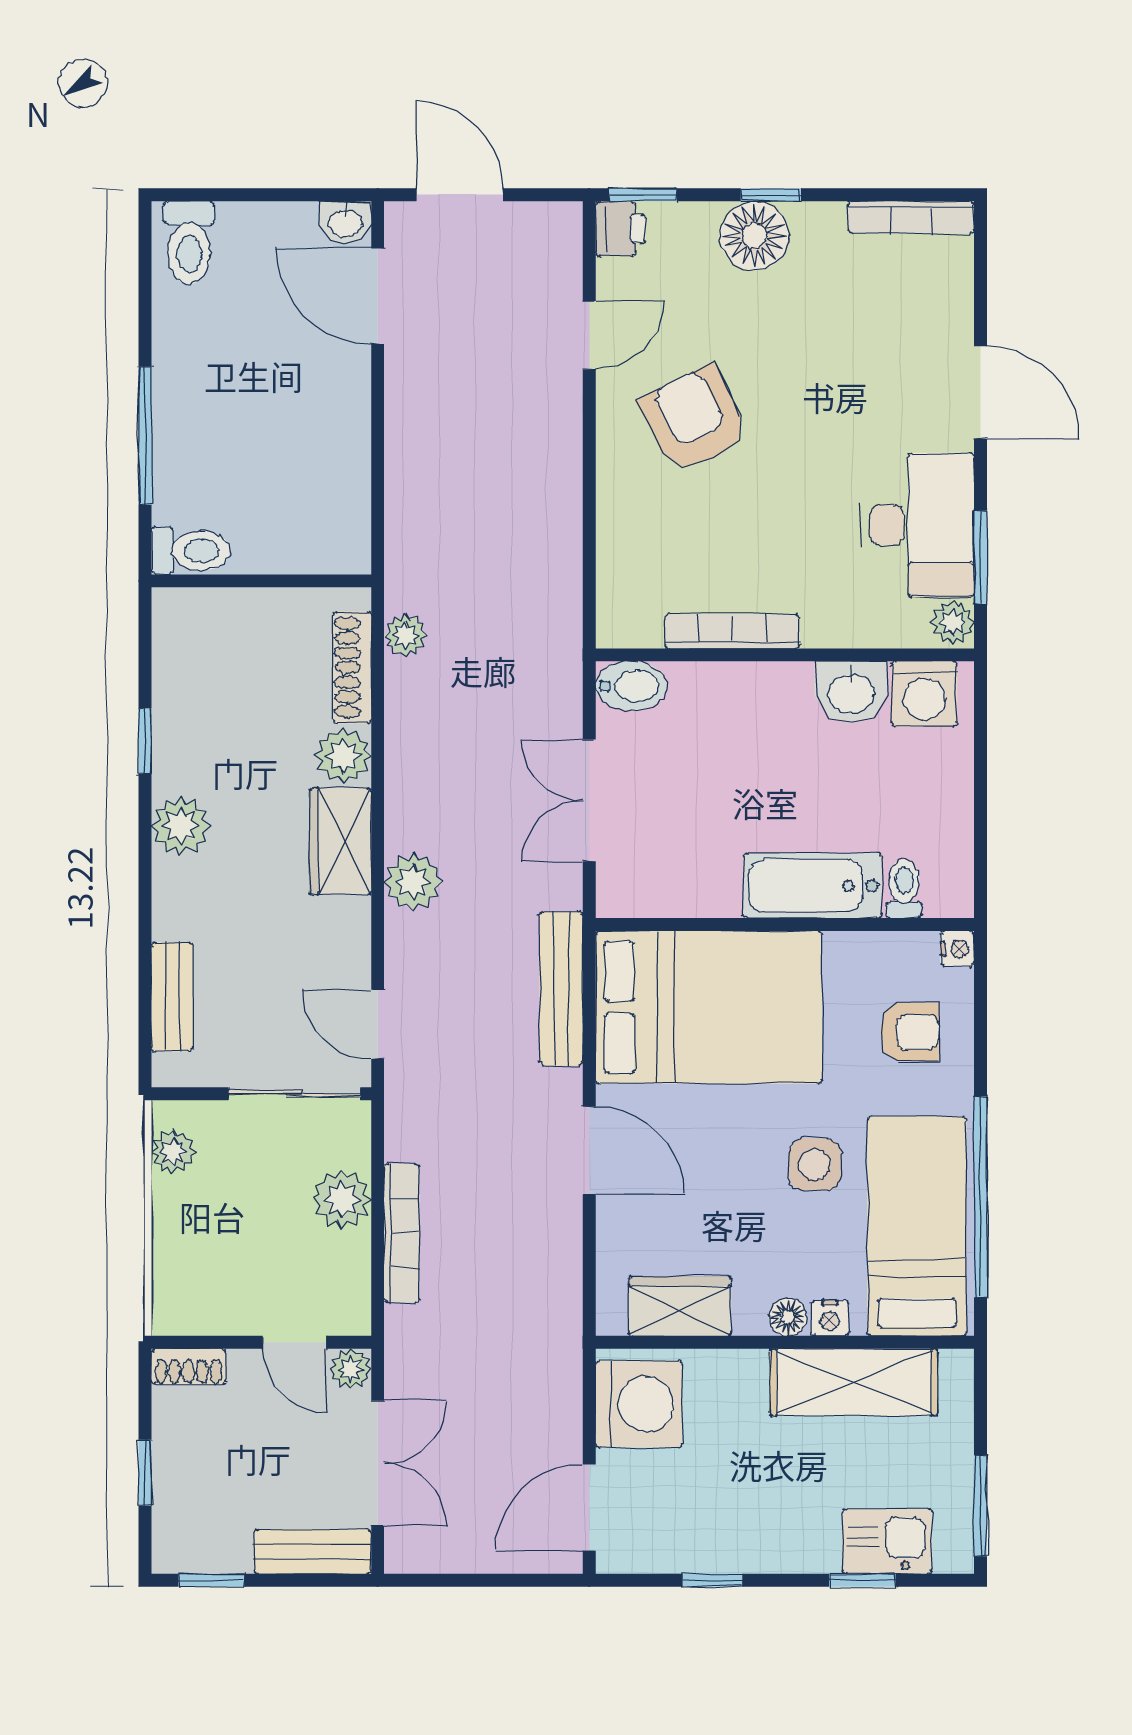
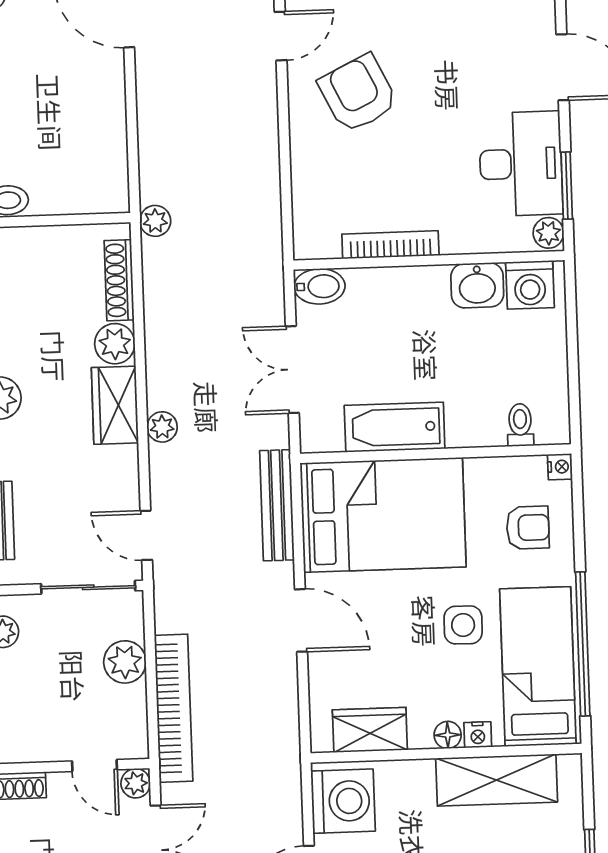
plant: (406, 635) -> (155, 221), moved
plant: (413, 882) -> (162, 427), width x0.73, depth x0.73
bathtub: (812, 886) -> (395, 427), moved
bookcase: (402, 1233) -> (174, 708), width x1.48, depth x1.31

